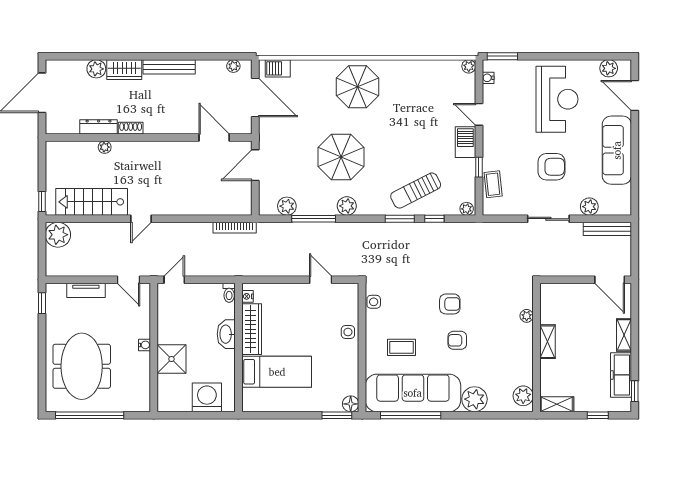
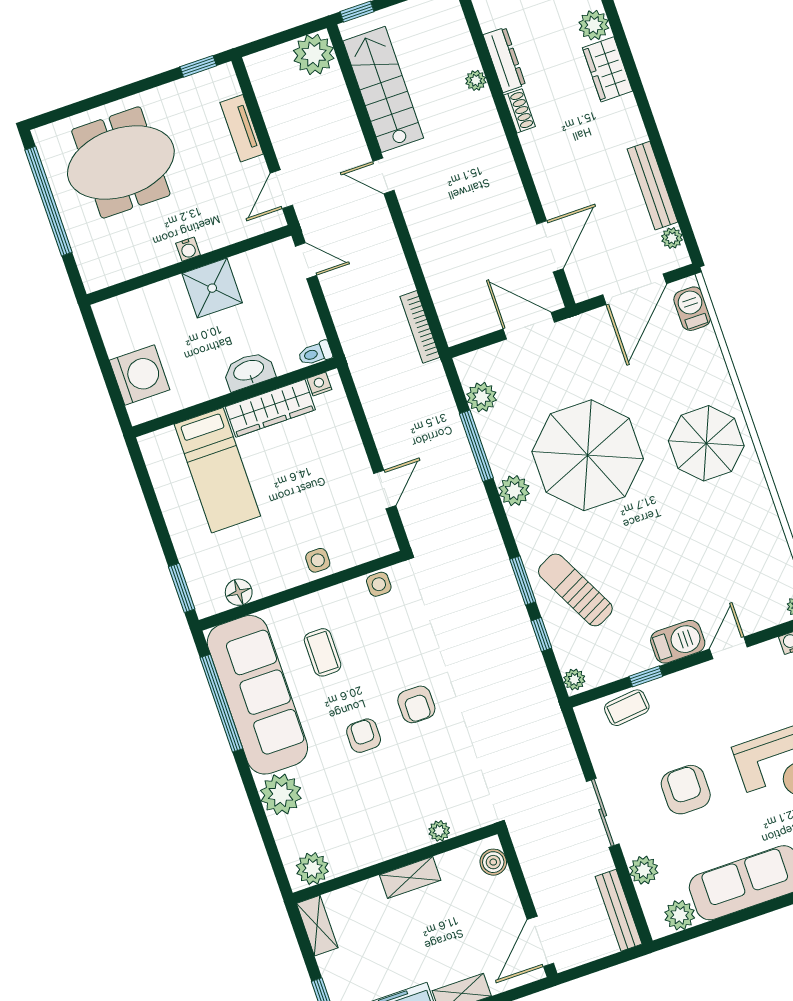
bench: (169, 67) -> (652, 186), moved
parasol: (341, 157) -> (588, 455), width x1.36, depth x1.36
armchair: (552, 167) -> (686, 790), turned 180
plant: (622, 195) -> (680, 915), added
boiler: (555, 291) -> (493, 862), added
shower: (171, 359) -> (212, 288), moved
floor lamp: (351, 404) -> (239, 592), moved

